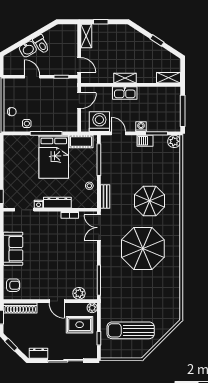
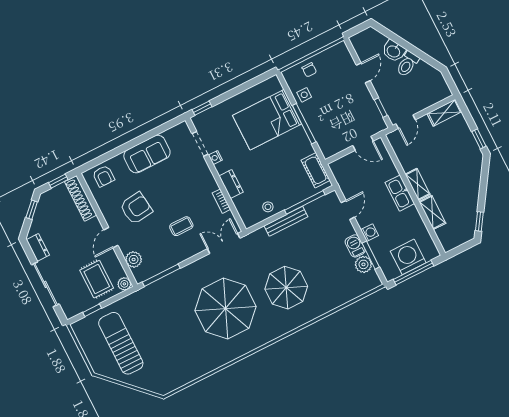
window: (101, 22) -> (479, 139), moved
window: (157, 40) -> (479, 221), moved
shelving: (169, 78) -> (432, 212), moved
washing machine: (99, 122) -> (408, 257), moved, turned -90
plant: (174, 141) -> (363, 264), moved
bed: (54, 157) -> (267, 120), moved
bench: (105, 196) -> (286, 221), moved, width x1.36
dresser: (57, 203) -> (231, 184), width x0.70
coffee table: (73, 250) -> (181, 226), added
armchair: (46, 274) -> (136, 208), added

